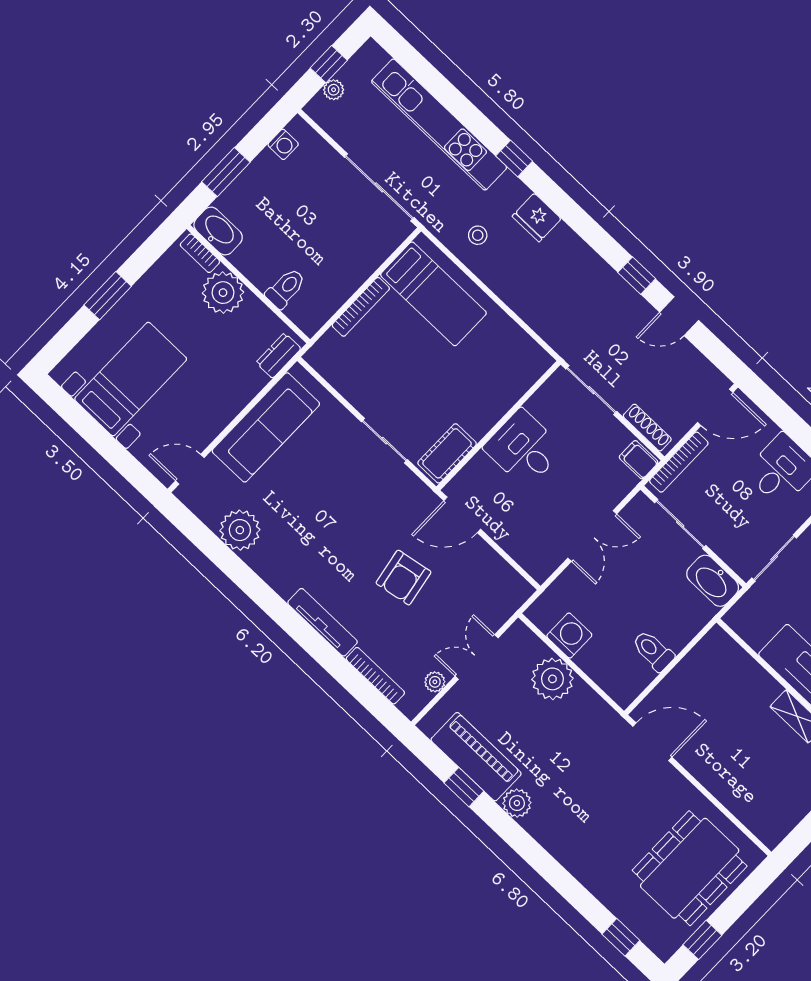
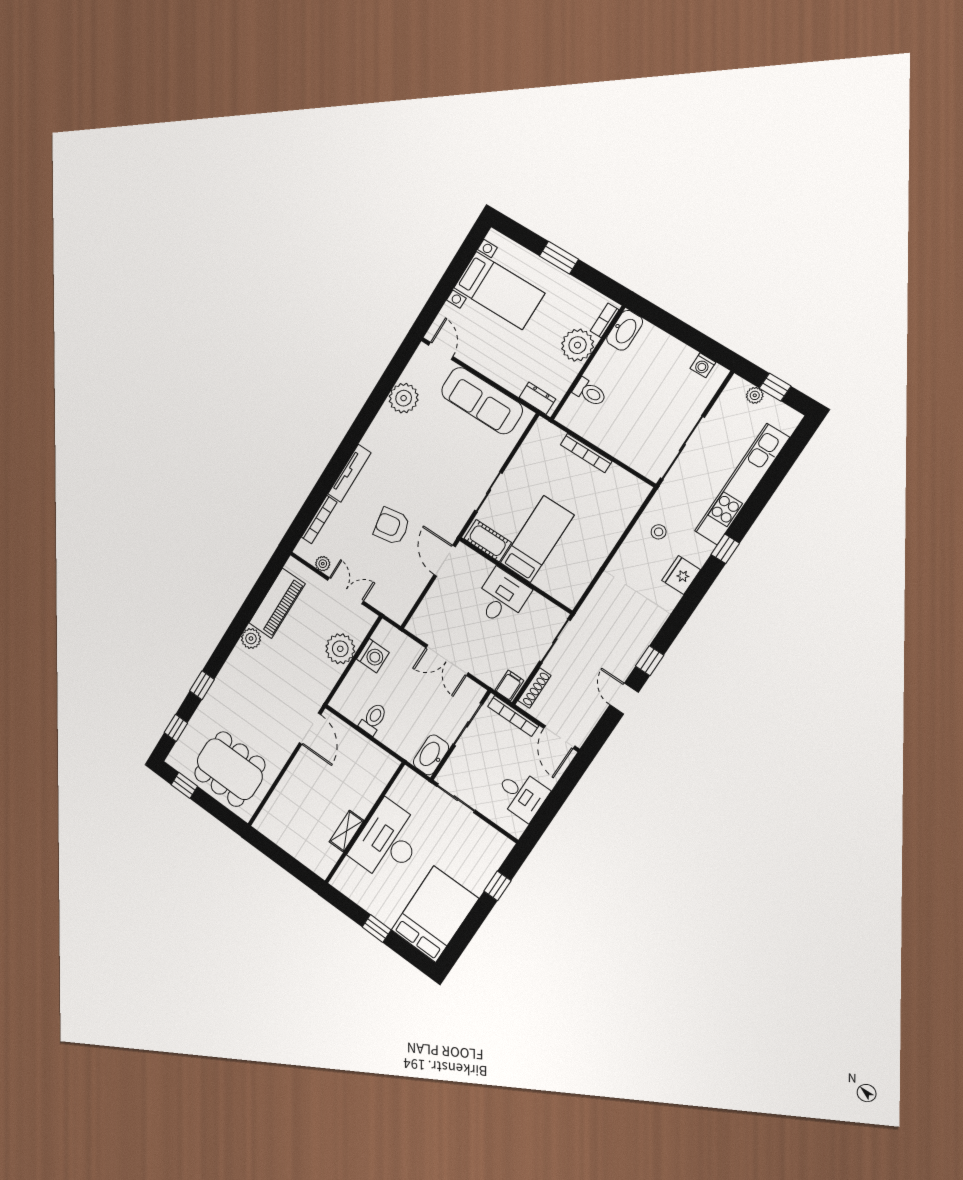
window: (226, 172) -> (672, 326), removed
bed: (433, 294) -> (537, 539), moved, turned 180
window: (464, 787) -> (202, 685), moved

